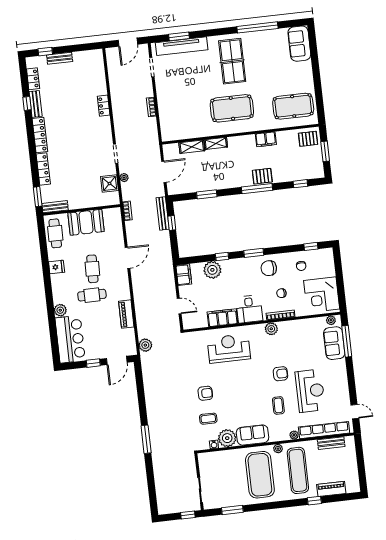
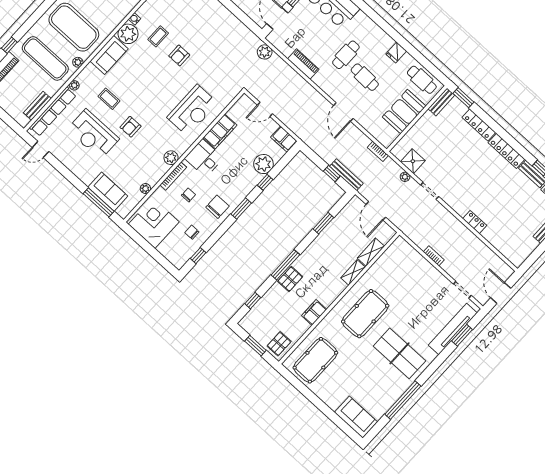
plant: (60, 310) -> (361, 19), removed
plant: (331, 320) -> (145, 189), moved

